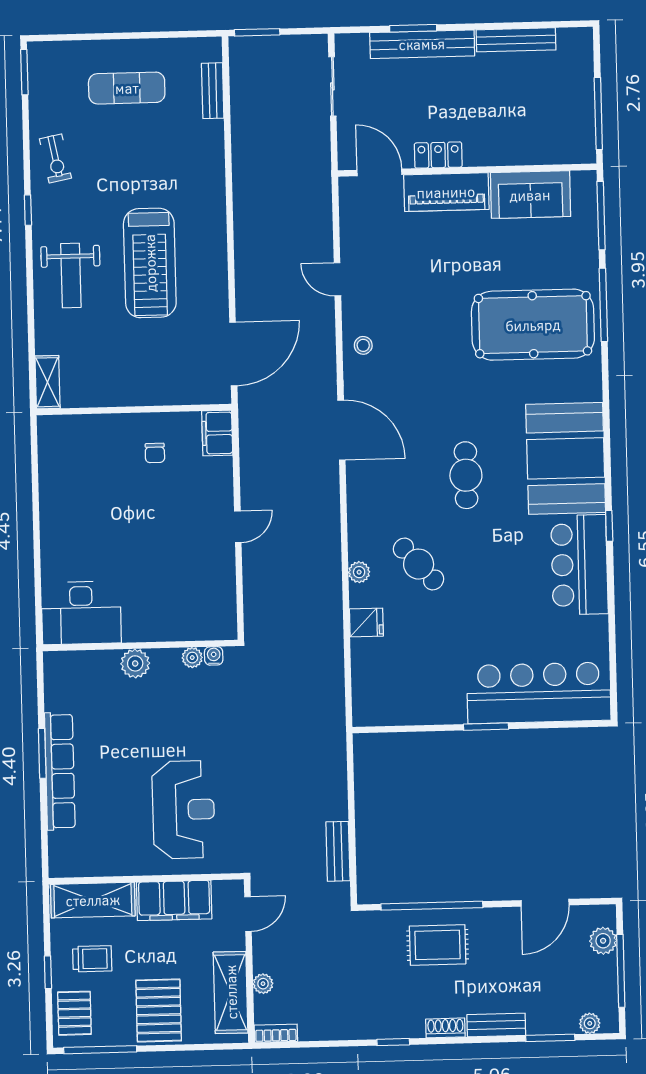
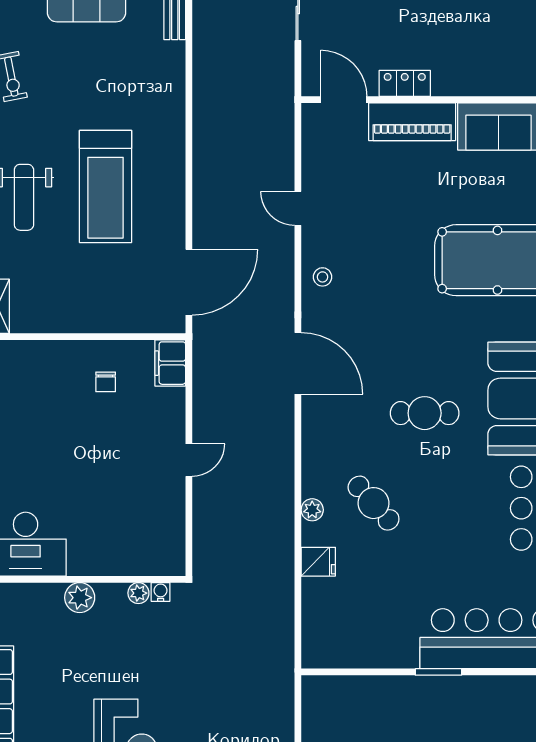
cafe table: (466, 475) -> (425, 413), turned 90

